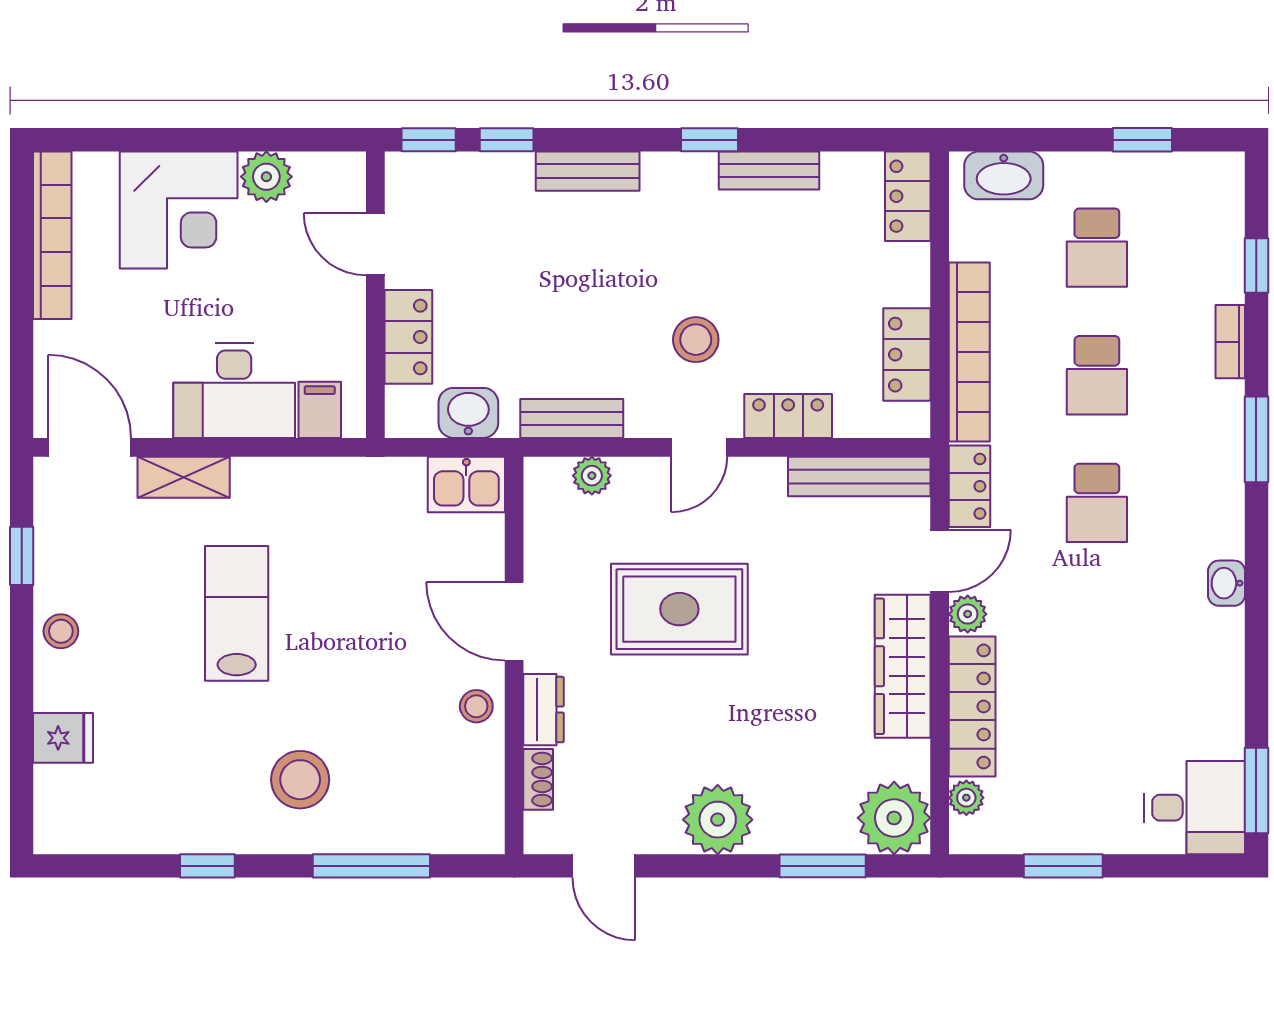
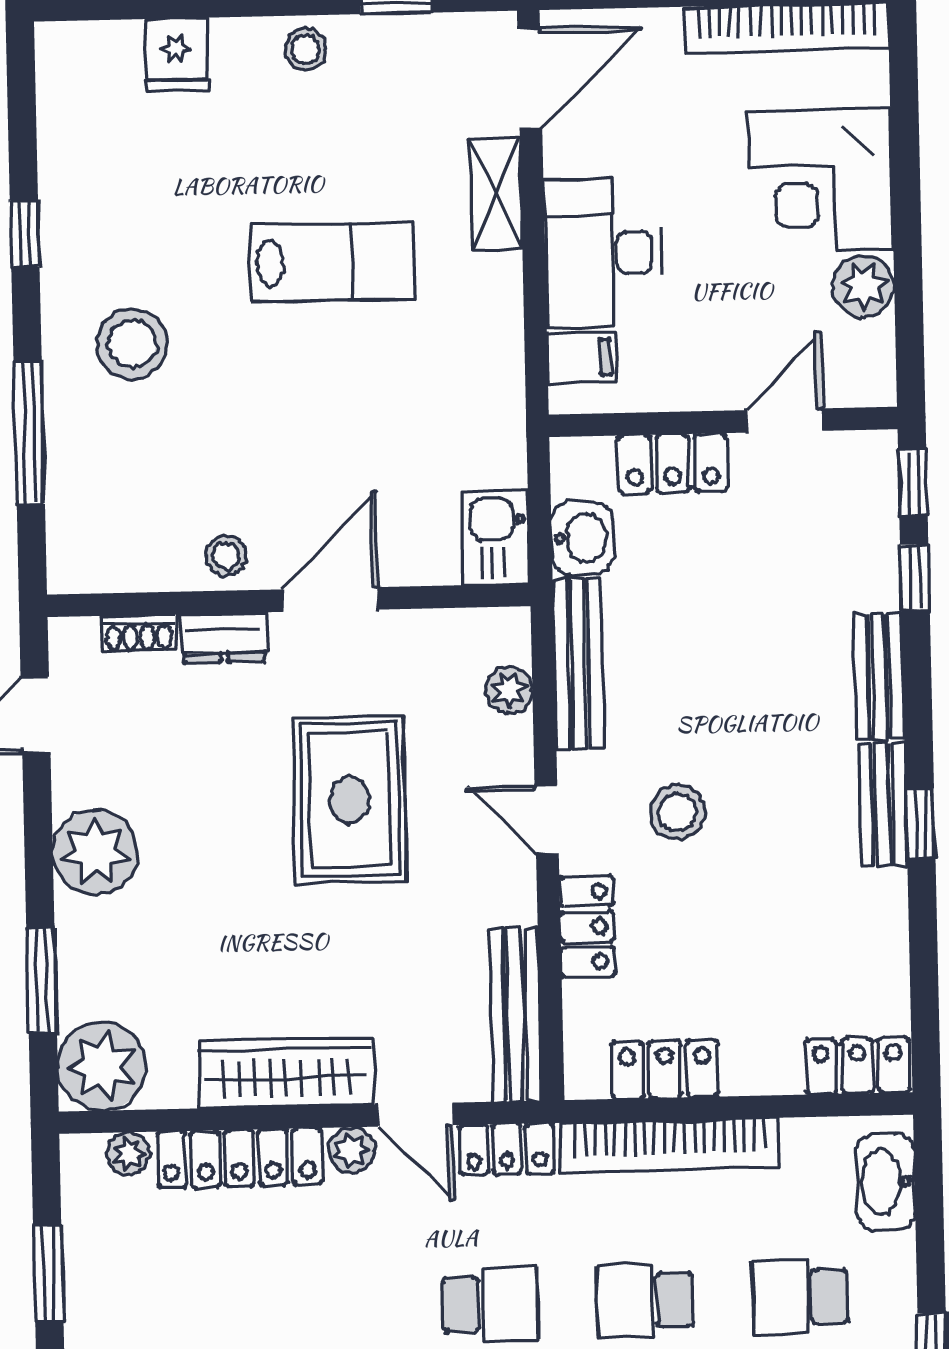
bench: (769, 170) -> (883, 804), moved
bench: (572, 418) -> (578, 664), width x1.36
school desk: (1097, 503) -> (490, 1304), turned 180

